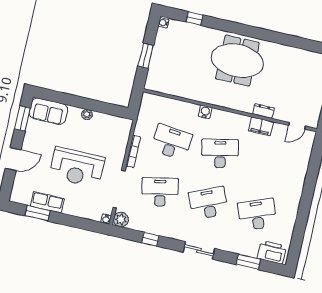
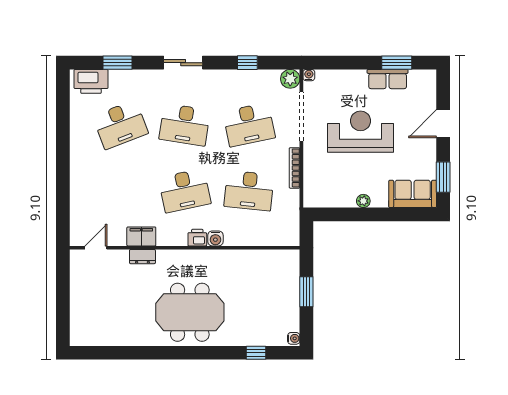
printer: (219, 116) -> (197, 238), added
desk: (209, 203) -> (185, 125), turned 33

